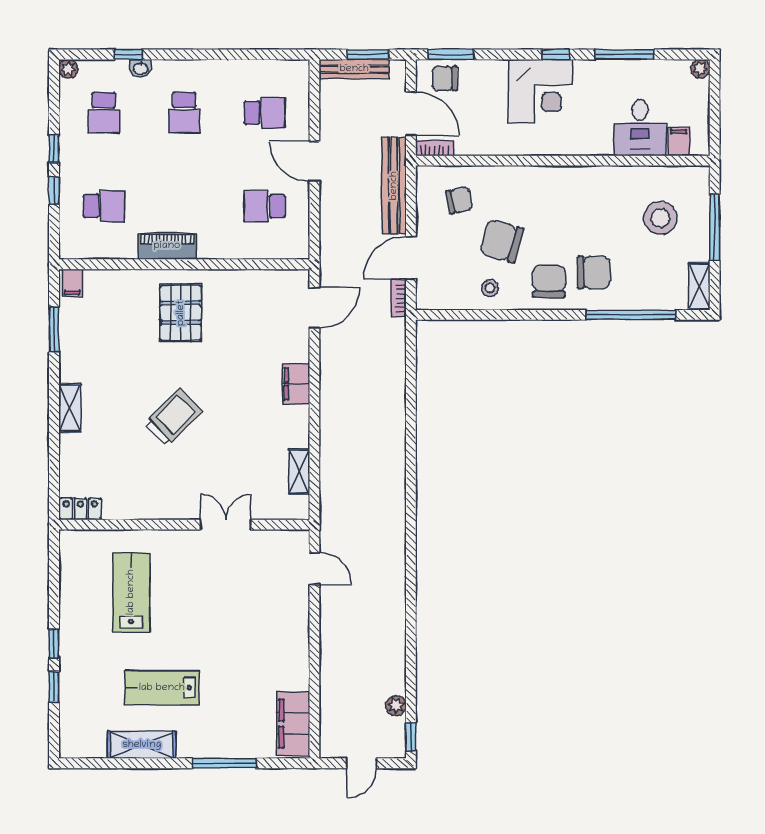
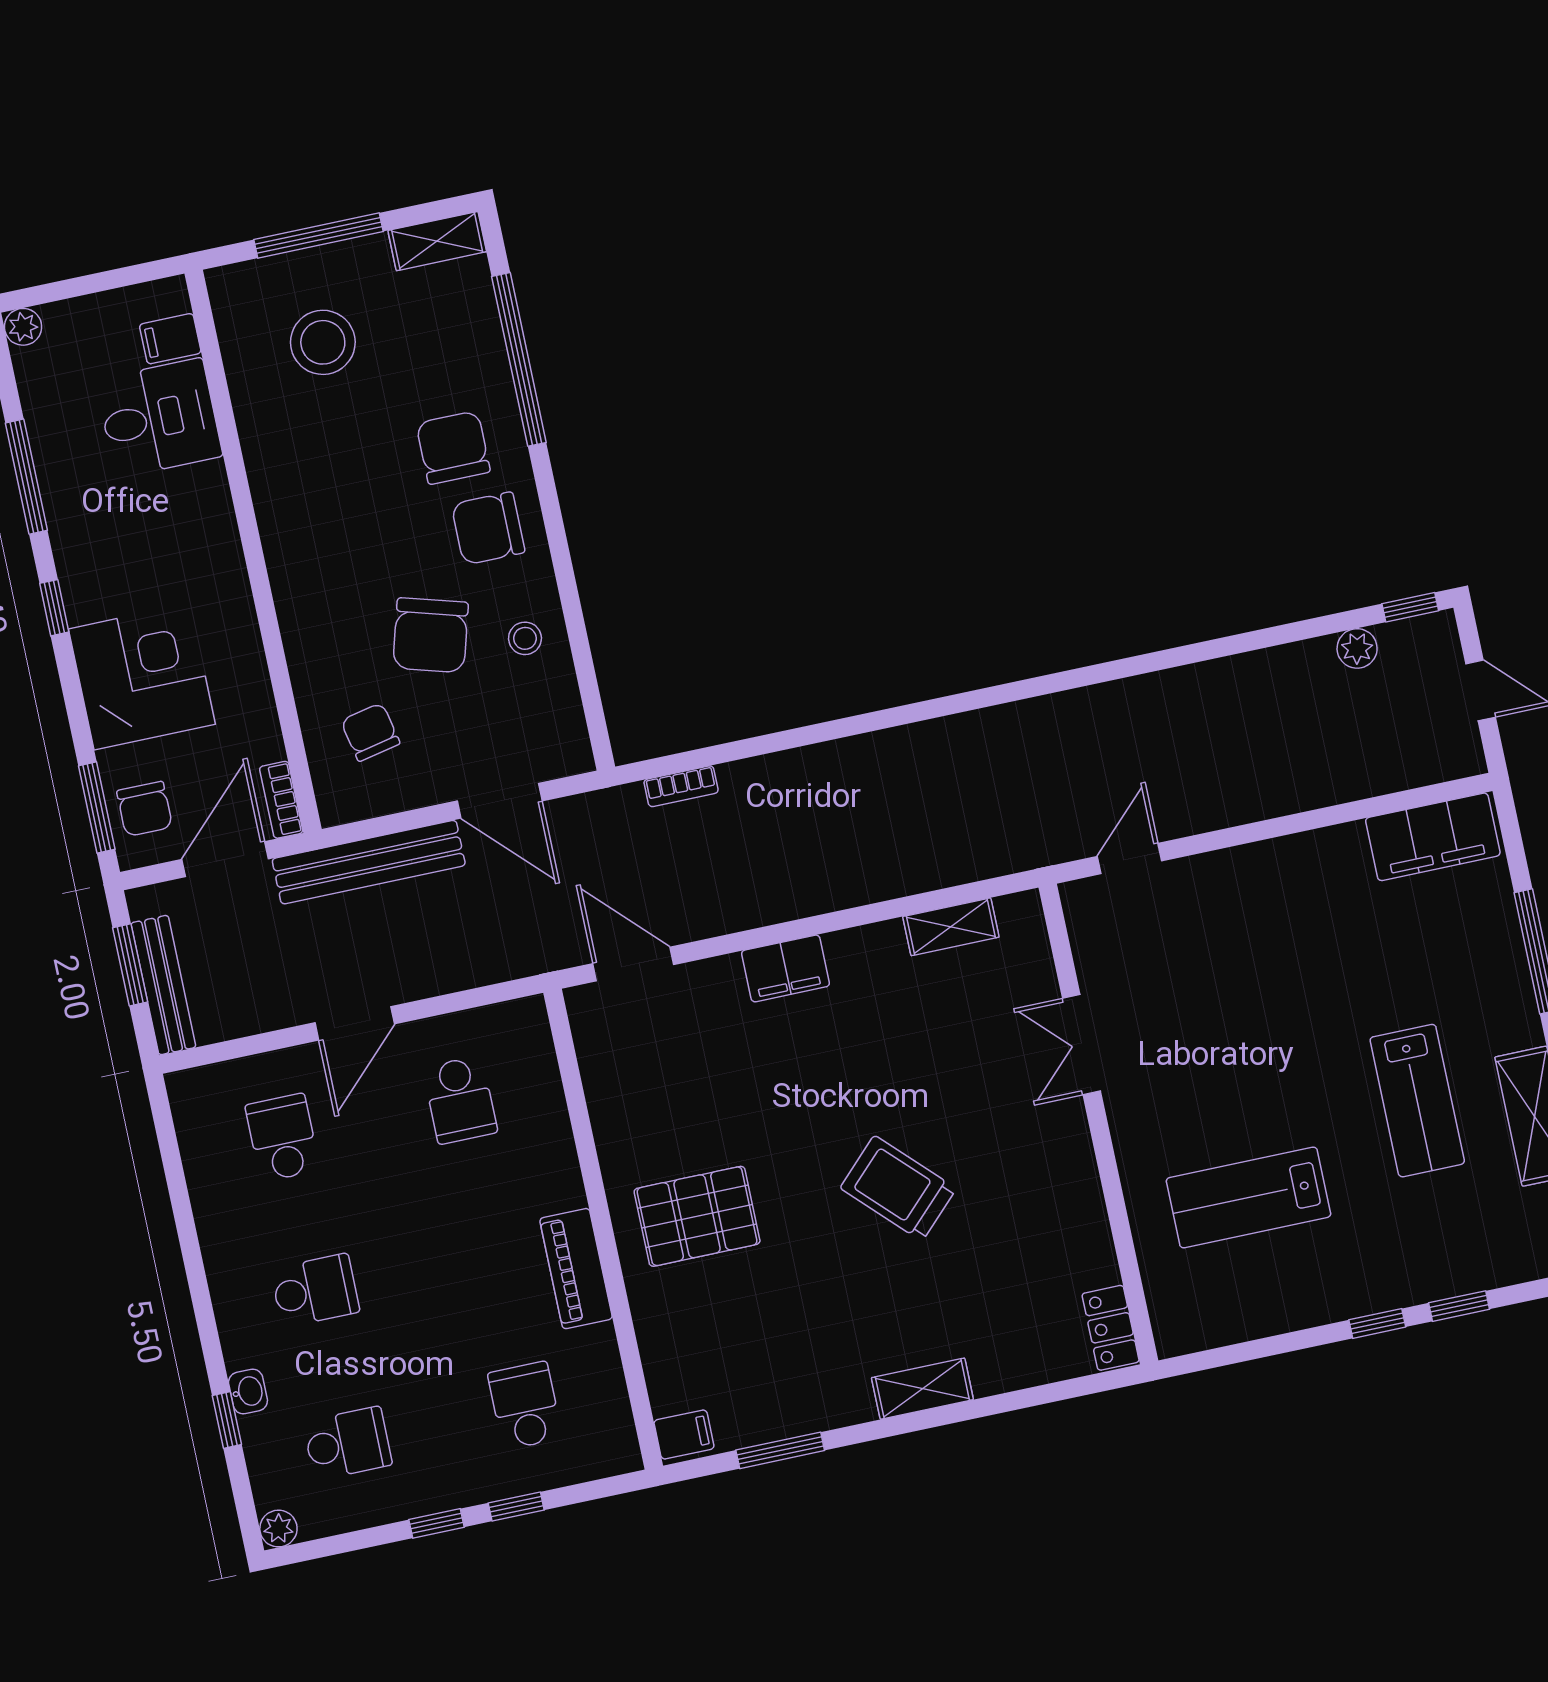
corner desk: (541, 91) -> (142, 677), moved
bookcase: (399, 298) -> (681, 786), moved

